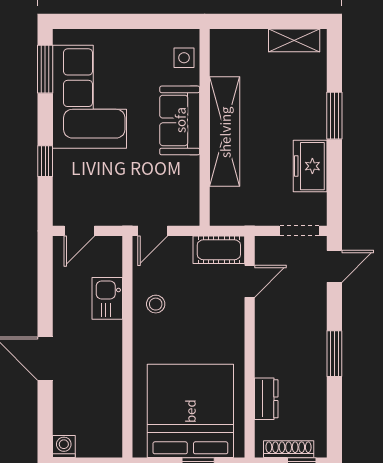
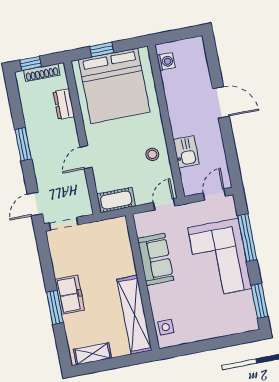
corner sofa: (89, 97) -> (220, 258), moved
sofa: (180, 120) -> (156, 259), moved
shelving: (225, 132) -> (134, 315), moved
window: (45, 161) -> (247, 238), width x2.17
freezer: (310, 166) -> (70, 295), moved
door: (250, 281) -> (86, 157), moved
washing machine: (64, 446) -> (166, 62), moved, turned -90

